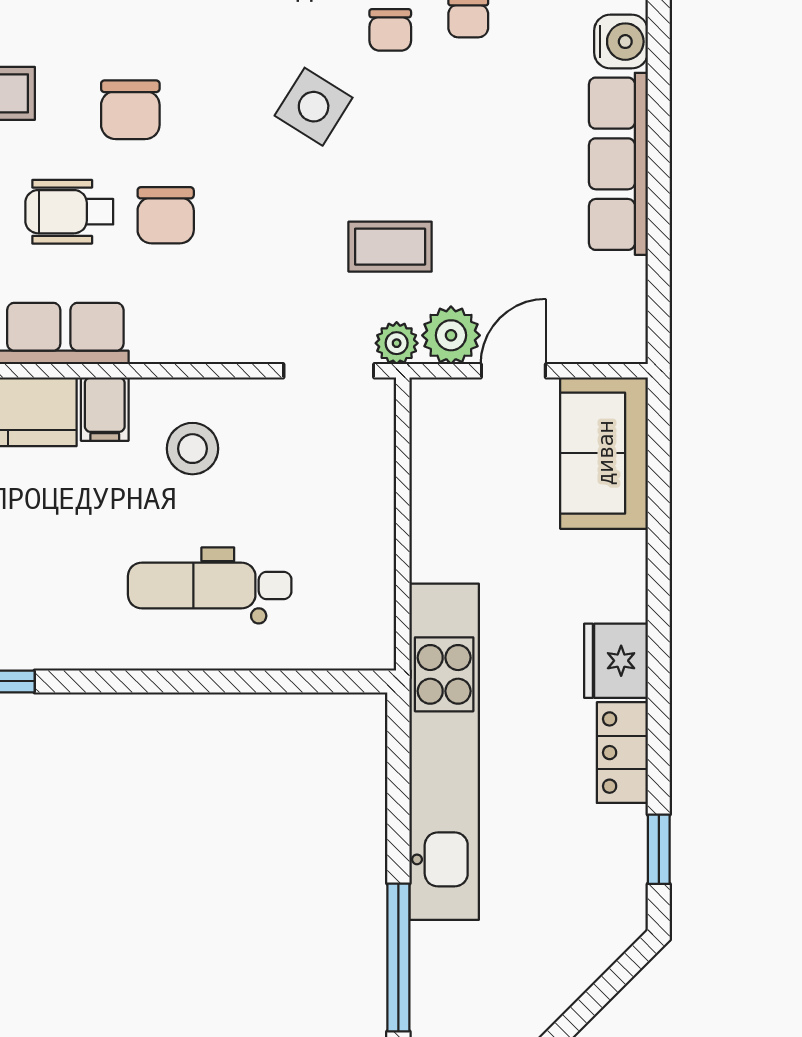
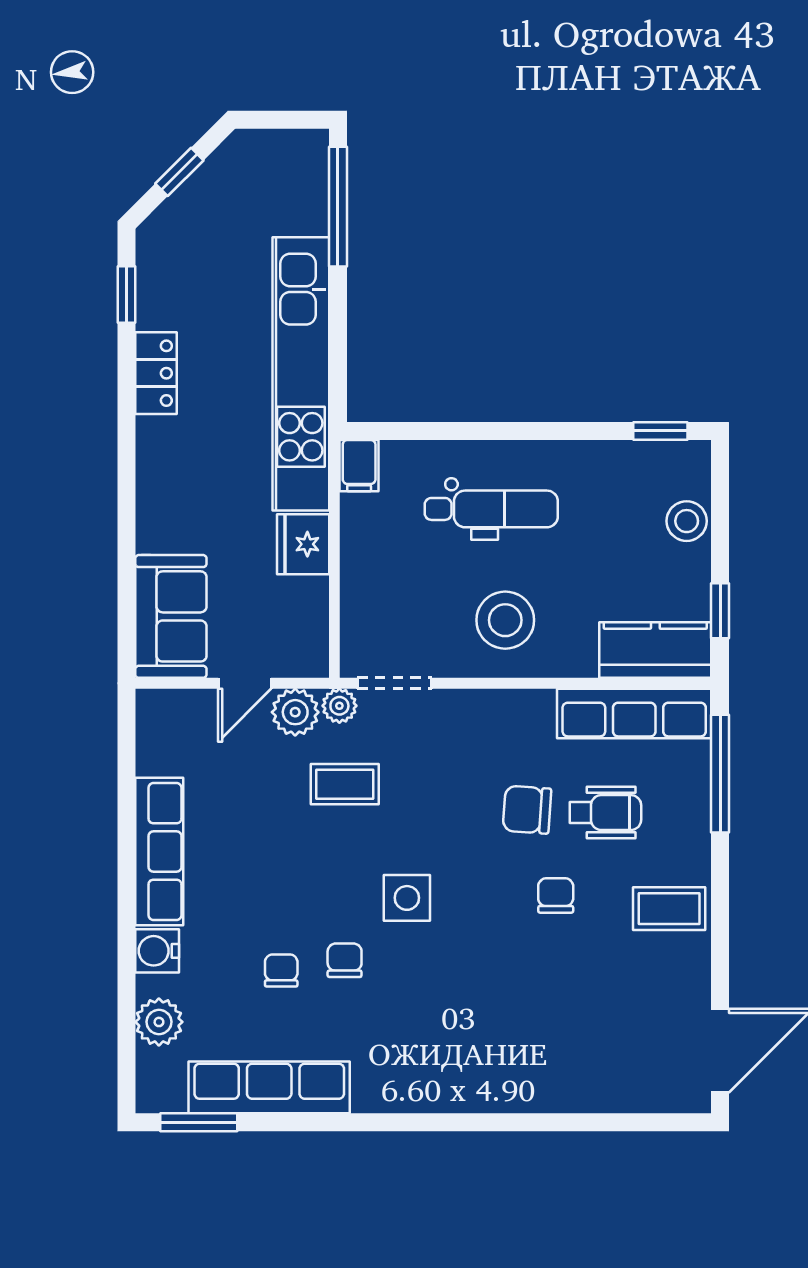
side table: (314, 107) -> (407, 898), turned -32
chair: (130, 110) -> (556, 895), width x0.73, depth x0.73
chair: (166, 215) -> (527, 810), turned -86
filing cabinet: (105, 409) -> (359, 466), moved, turned 180
stool: (192, 449) -> (505, 620), width x1.38, depth x1.38
fridge: (616, 661) -> (303, 544), moved, turned 180
window: (594, 1000) -> (179, 172), added

